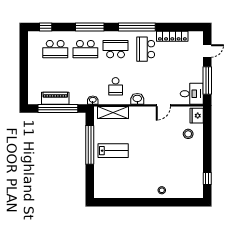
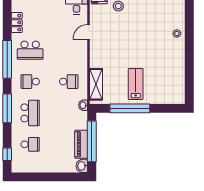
locker: (172, 36) -> (17, 23), width x0.66
school desk: (55, 49) -> (30, 144), width x0.54
school desk: (116, 49) -> (30, 82), width x0.54
washbasin: (137, 99) -> (82, 166), moved
door: (163, 105) -> (89, 32), swing flipped

